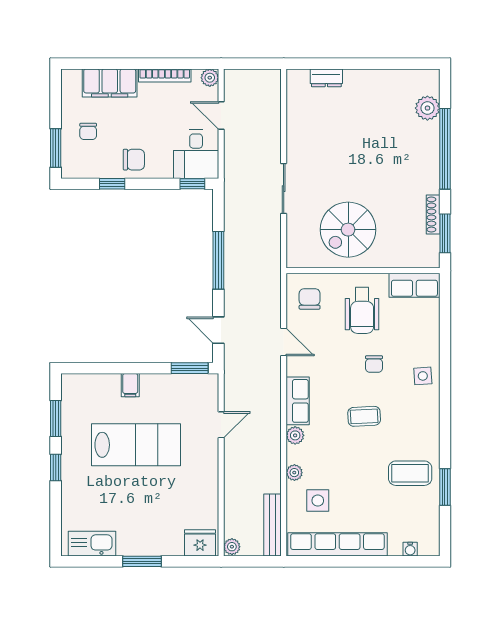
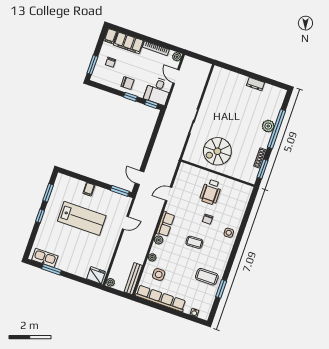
dresser: (326, 78) -> (255, 84), moved
filing cabinet: (71, 82) -> (110, 36), added
plant: (427, 108) -> (268, 126), moved
window: (112, 184) -> (130, 97), moved
window: (218, 260) -> (151, 145), removed
row of seats: (414, 285) -> (240, 189), removed
chair: (310, 299) -> (188, 178), removed
door: (284, 342) -> (169, 194), swing flipped
window: (142, 561) -> (51, 270), moved

